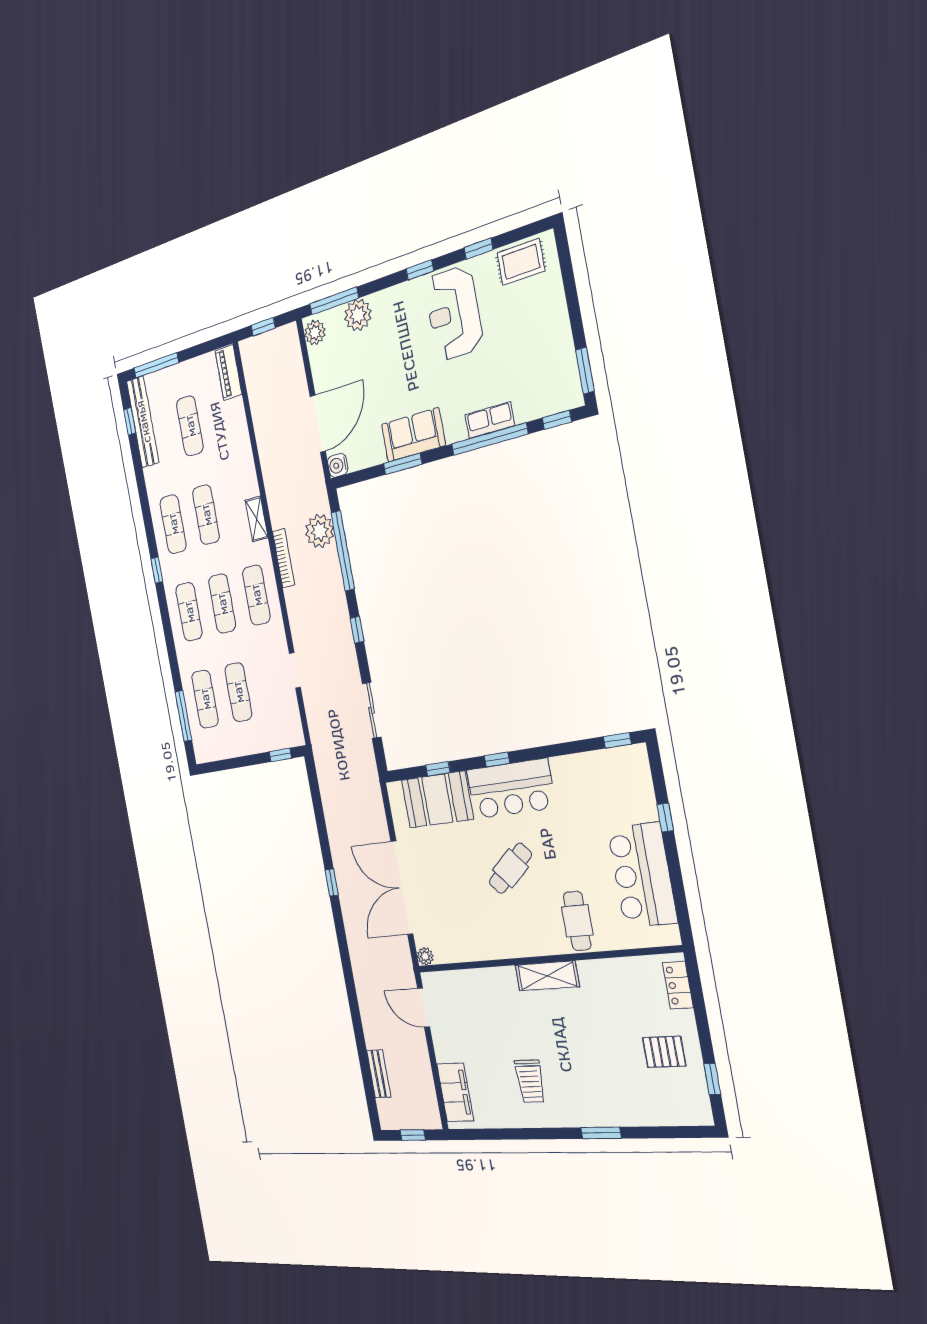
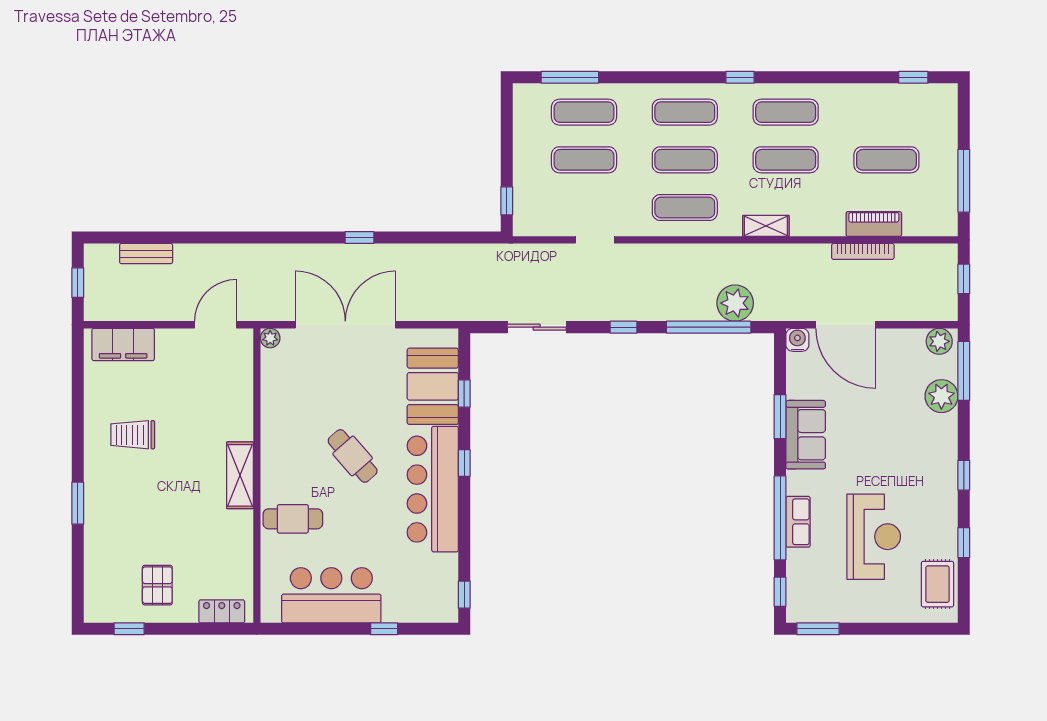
reception desk: (454, 313) -> (874, 537), moved, turned 90
window: (156, 365) -> (964, 181), moved
piano: (228, 373) -> (874, 224), moved
bench: (143, 422) -> (908, 96), removed
bookcase: (283, 558) -> (863, 251), moved
bar counter: (511, 789) -> (433, 489), width x1.36

